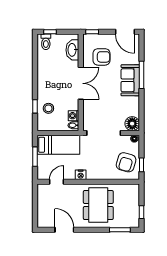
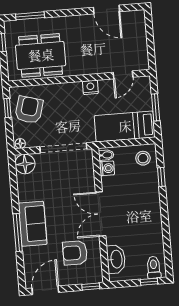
door: (125, 32) -> (45, 290), hinge flipped
stool: (48, 108) -> (143, 158), moved
dining table: (98, 205) -> (41, 55), moved, turned 90

